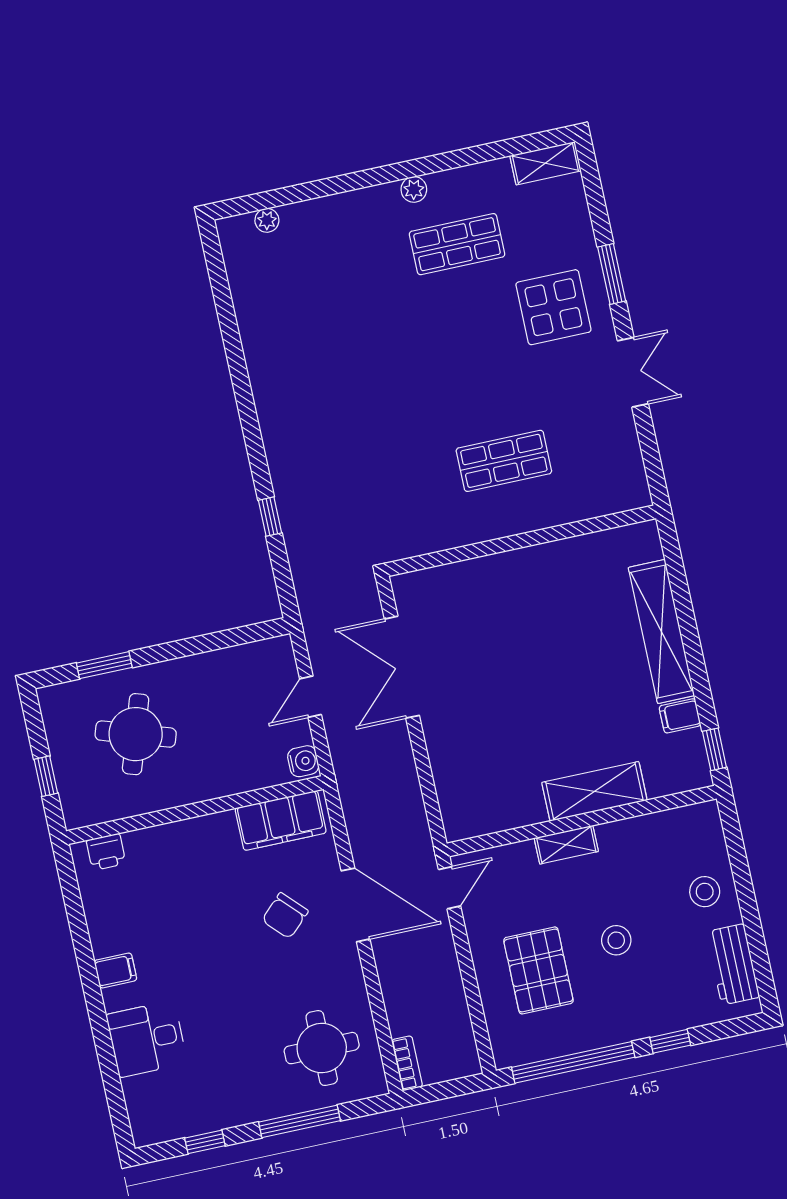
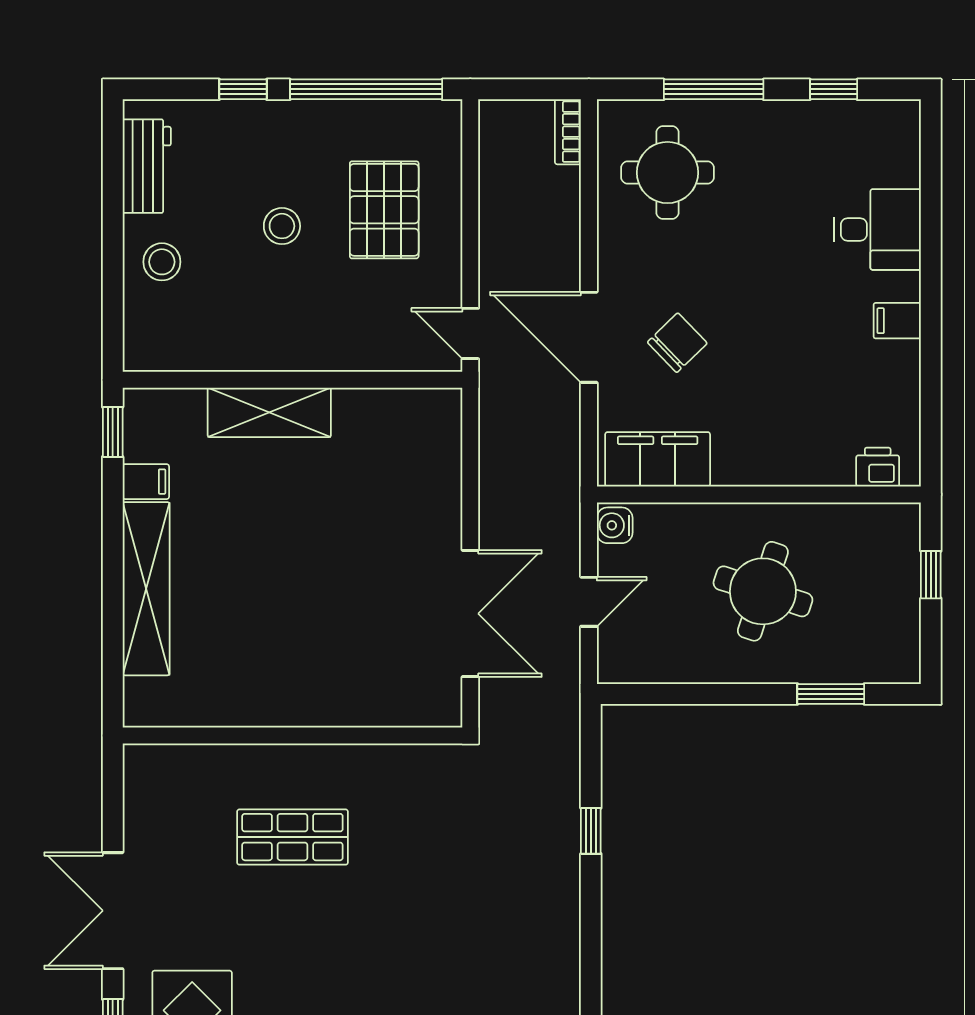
double door: (633, 372) -> (113, 911), width x1.37
round table: (136, 734) -> (763, 591), moved
shelving: (566, 845) -> (317, 355), removed
door: (450, 888) -> (470, 333), hinge flipped

